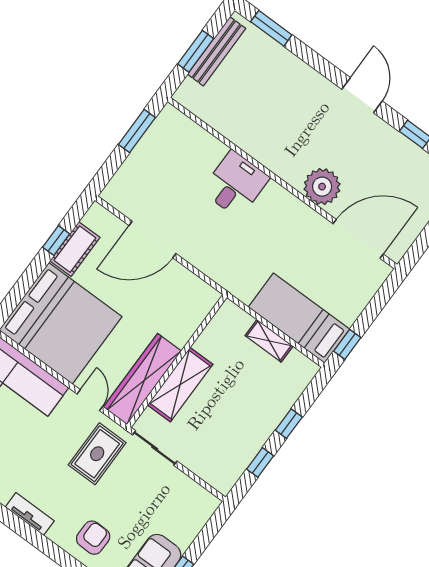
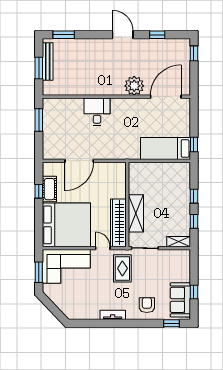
shelving: (269, 341) -> (179, 242), moved

